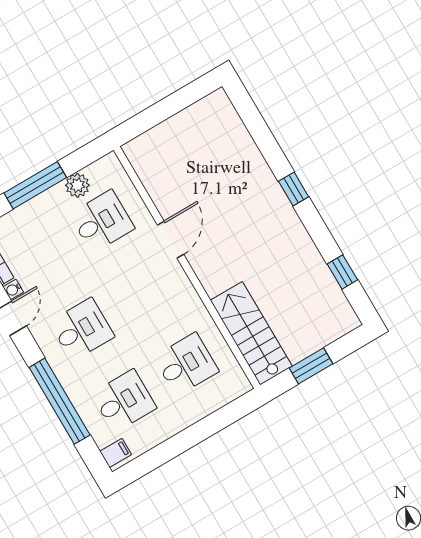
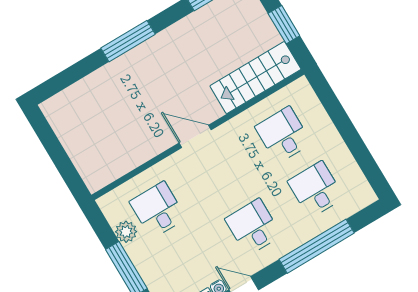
window: (294, 189) -> (128, 41), width x2.17
door: (170, 240) -> (195, 136), moved
filing cabinet: (116, 453) -> (362, 196), removed

